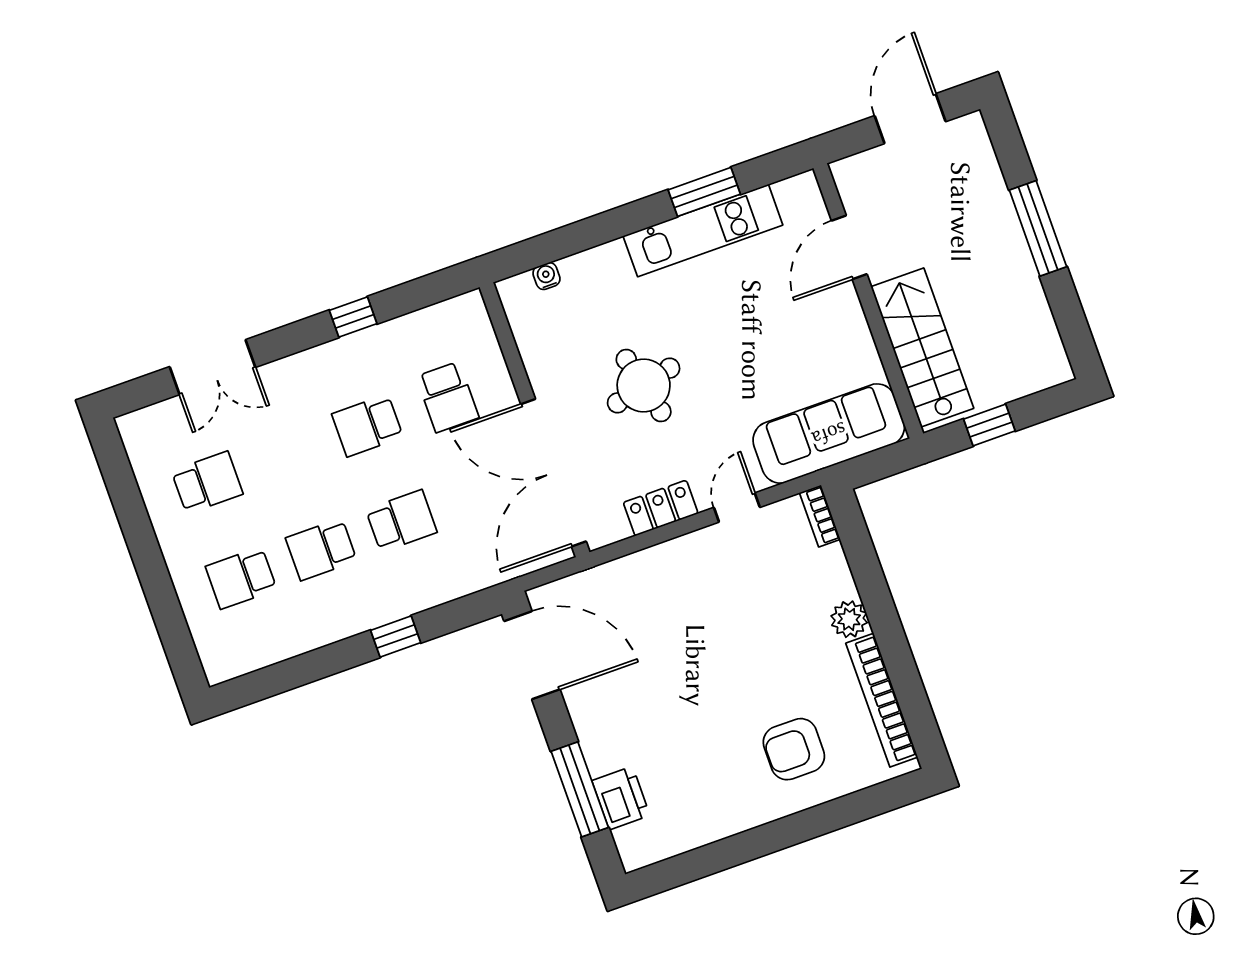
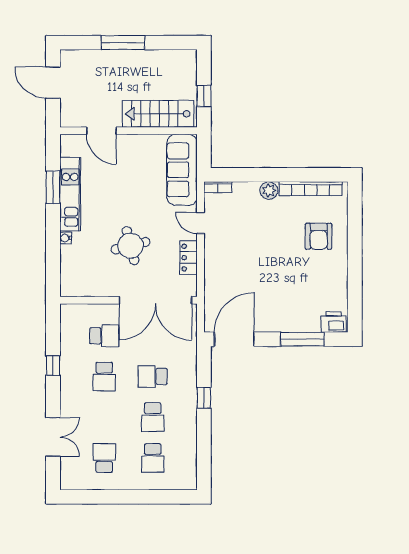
water cooler: (546, 276) -> (66, 238), moved
school desk: (401, 521) -> (153, 377), turned -90
printer: (621, 798) -> (334, 322), moved

